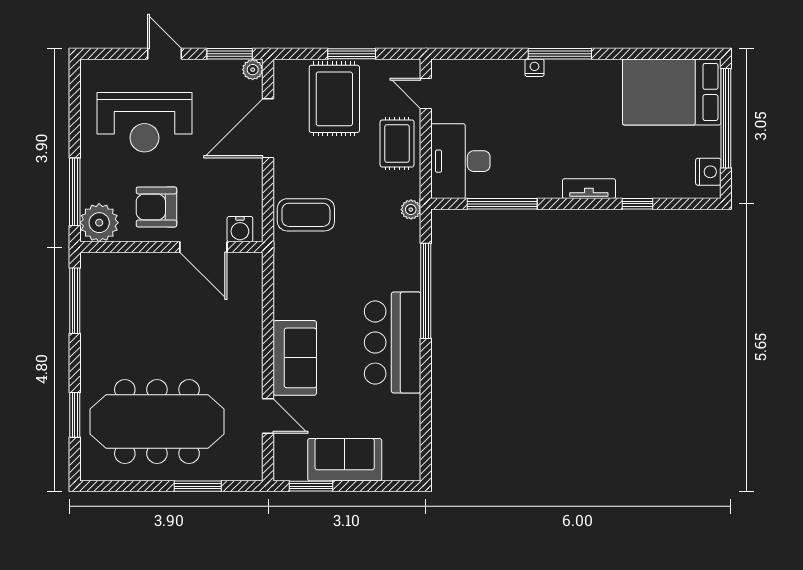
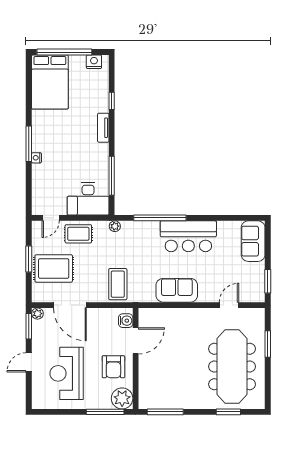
reception desk: (144, 122) -> (67, 373), turned 180
sofa: (295, 358) -> (177, 290), moved
sofa: (345, 460) -> (253, 241), moved

